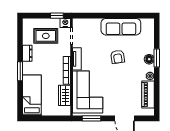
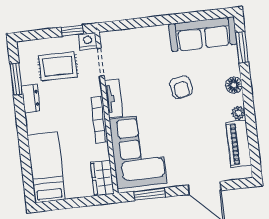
sofa: (121, 27) -> (203, 34), moved
window: (157, 58) -> (242, 47), moved
window: (20, 71) -> (16, 79), moved
wardrobe: (64, 95) -> (102, 178), moved

